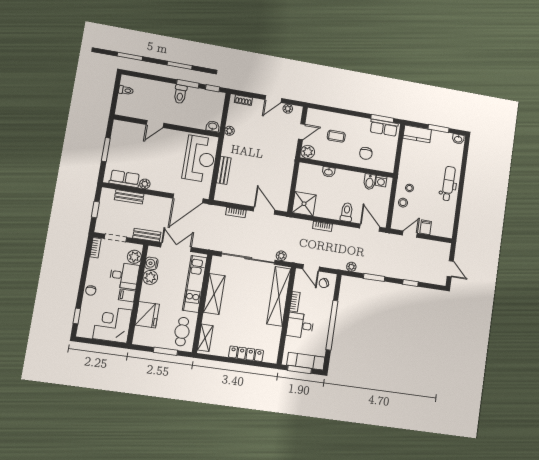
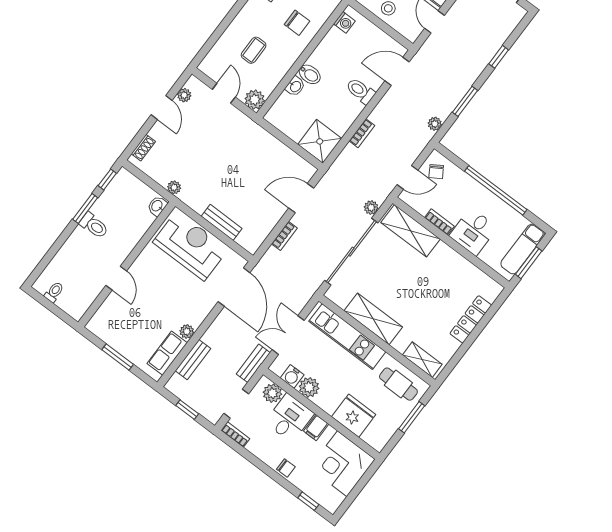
bidet: (370, 182) -> (310, 74), moved
shelving: (279, 296) -> (410, 231), width x0.68

